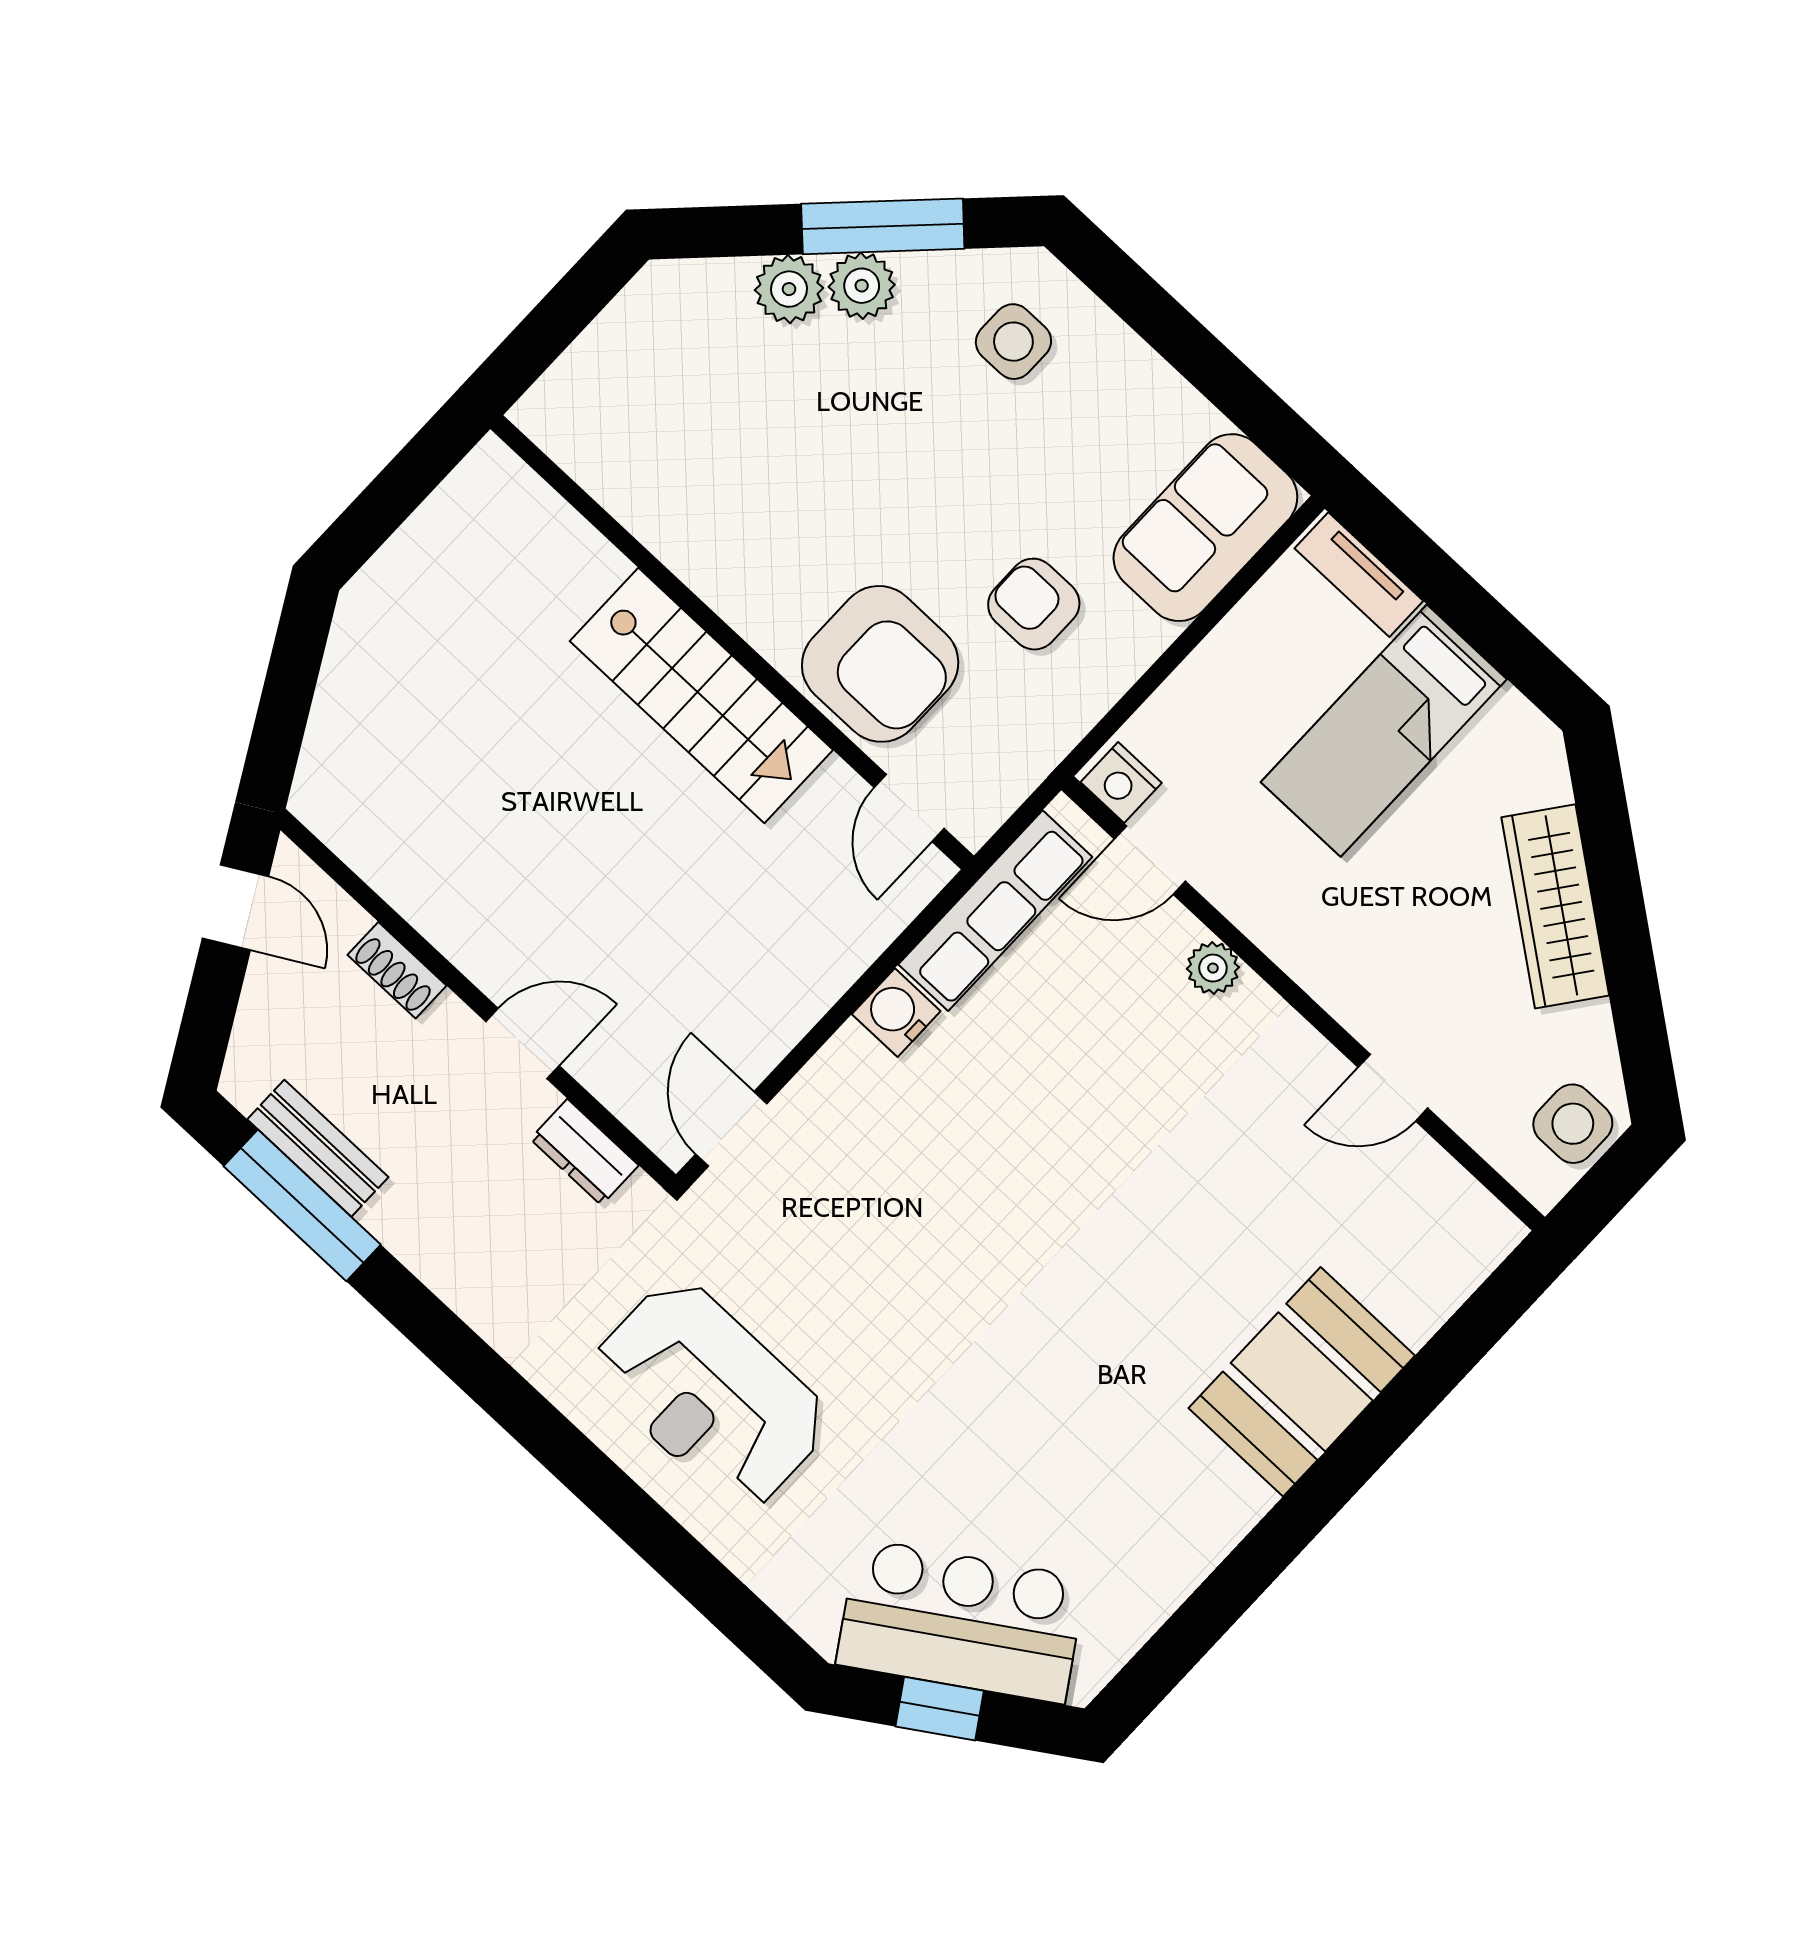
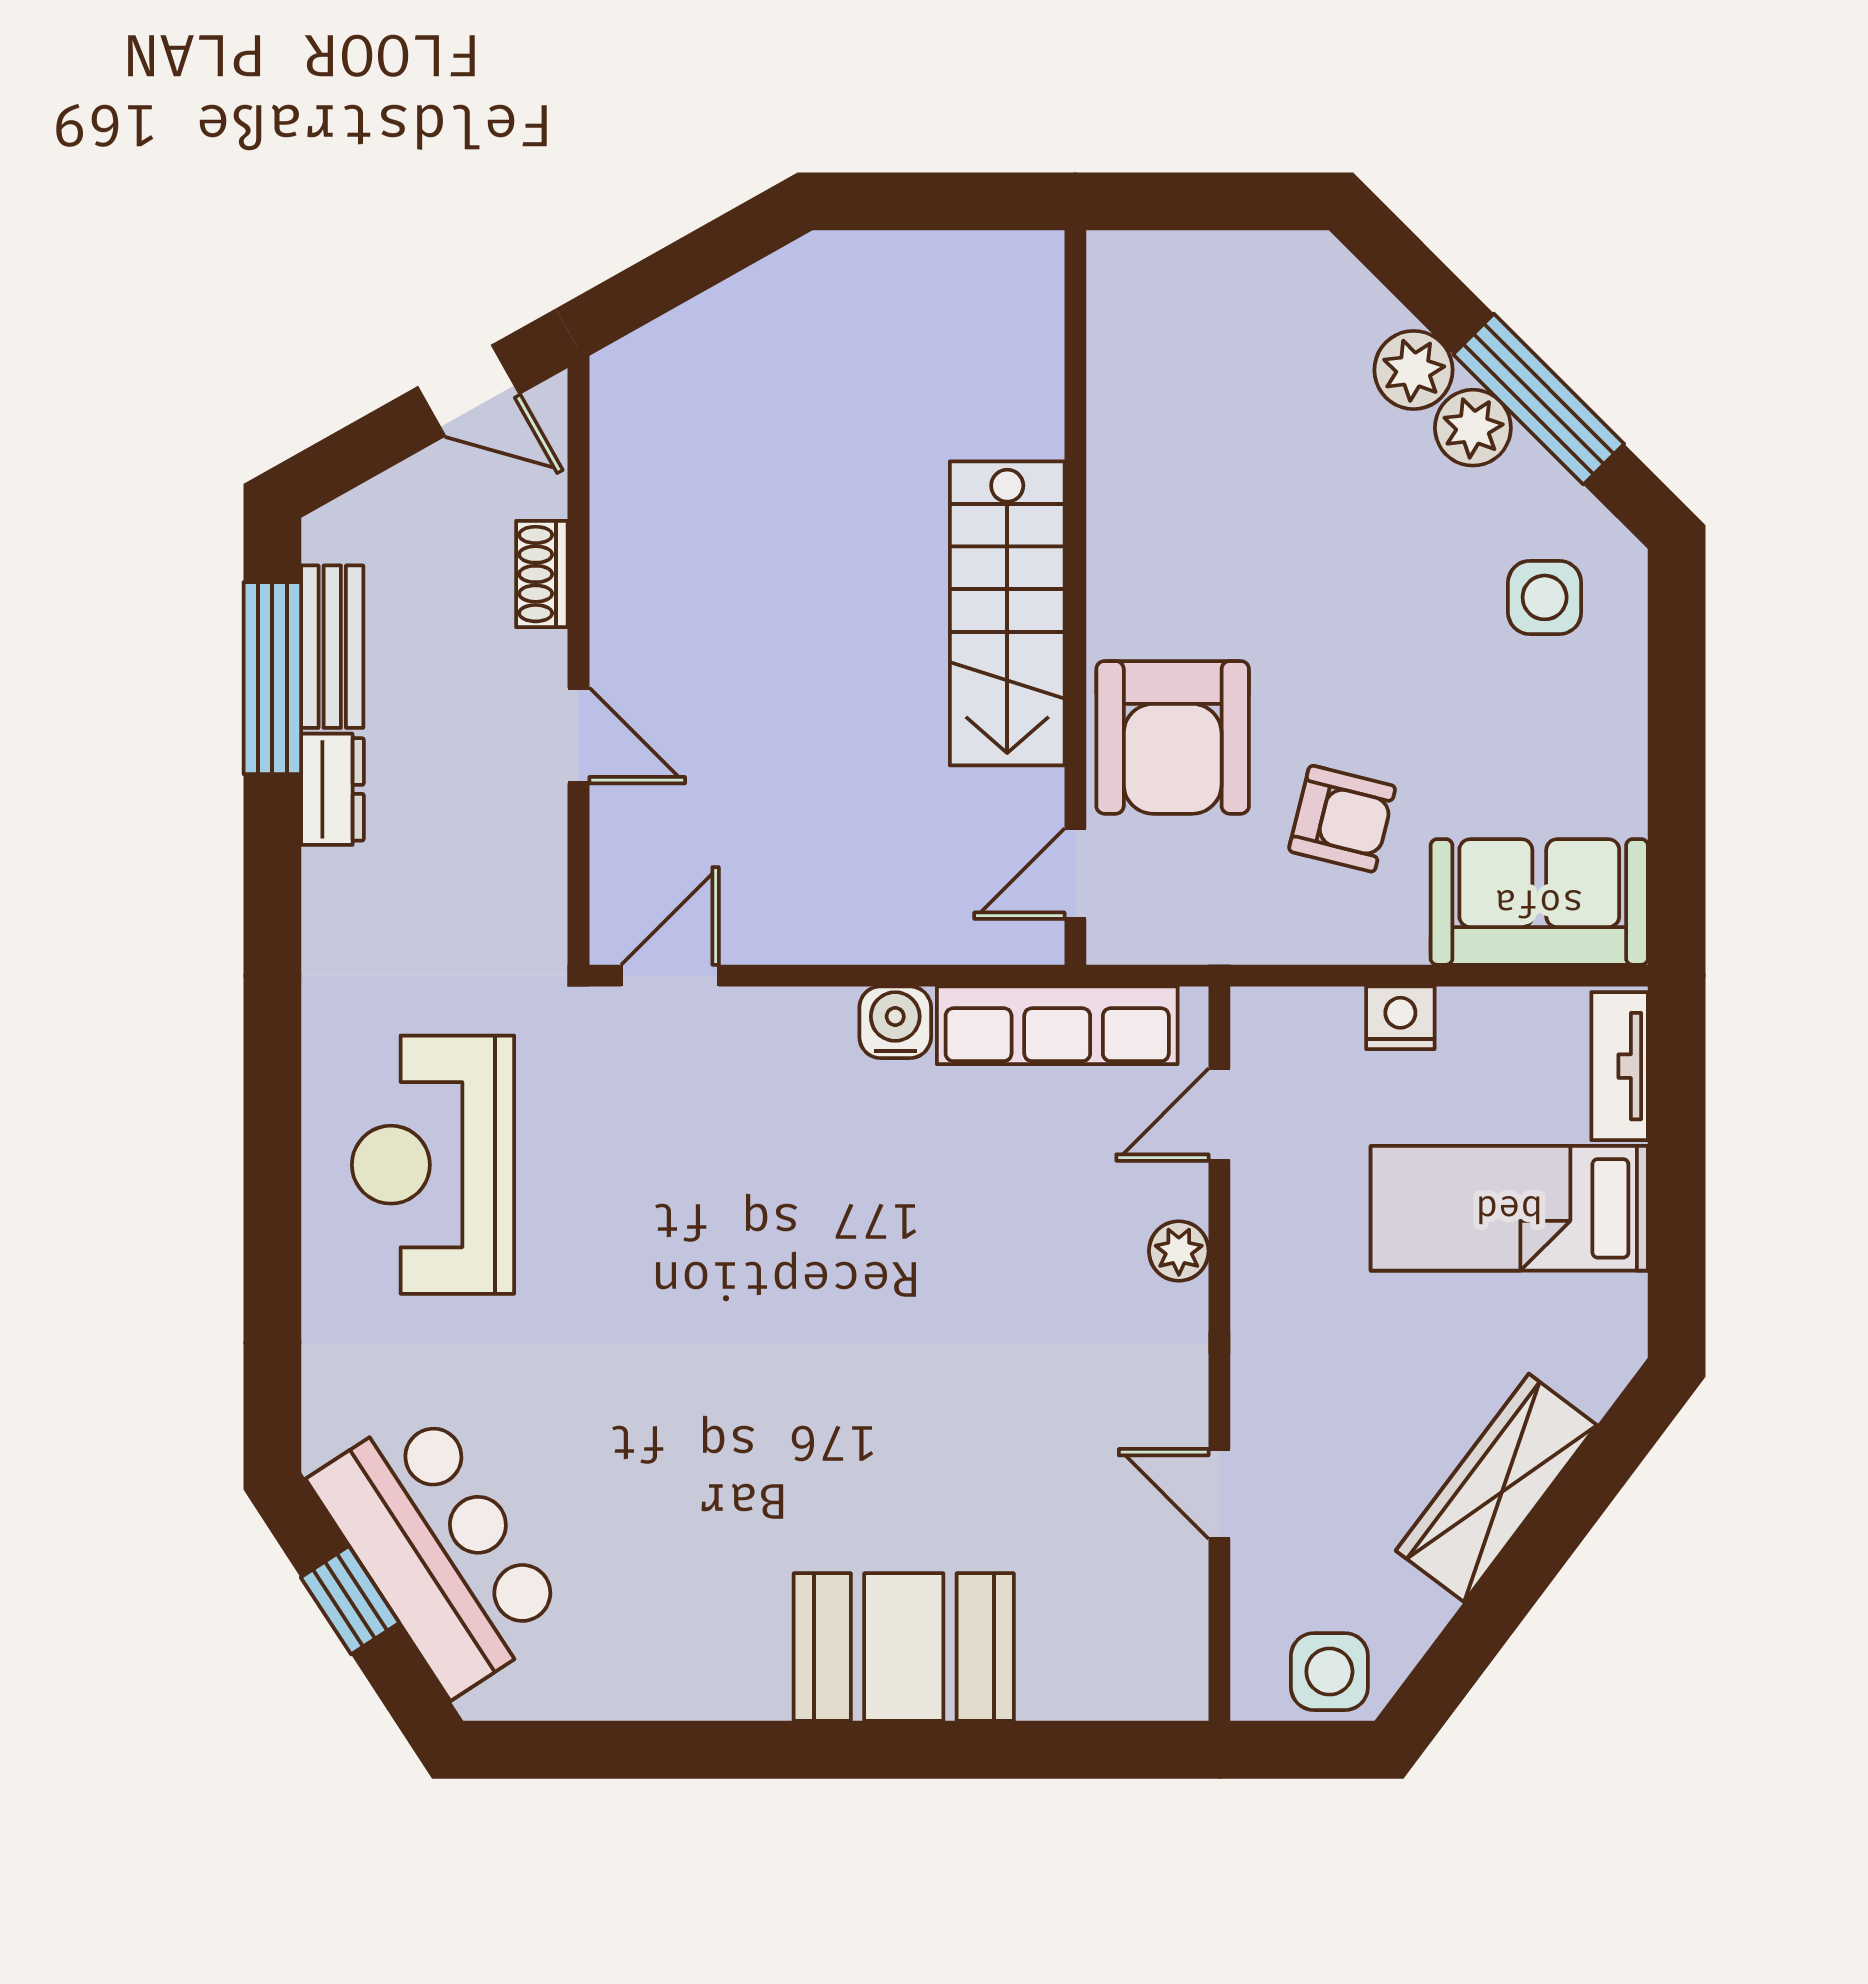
armchair: (1034, 604) -> (1342, 819), turned 104
nightstand: (1121, 782) -> (1400, 1018), moved, turned 90
door: (1150, 860) -> (1219, 1115), hinge flipped
door: (235, 907) -> (468, 391), hinge flipped
dresser: (584, 1152) -> (333, 789), moved, turned 180

